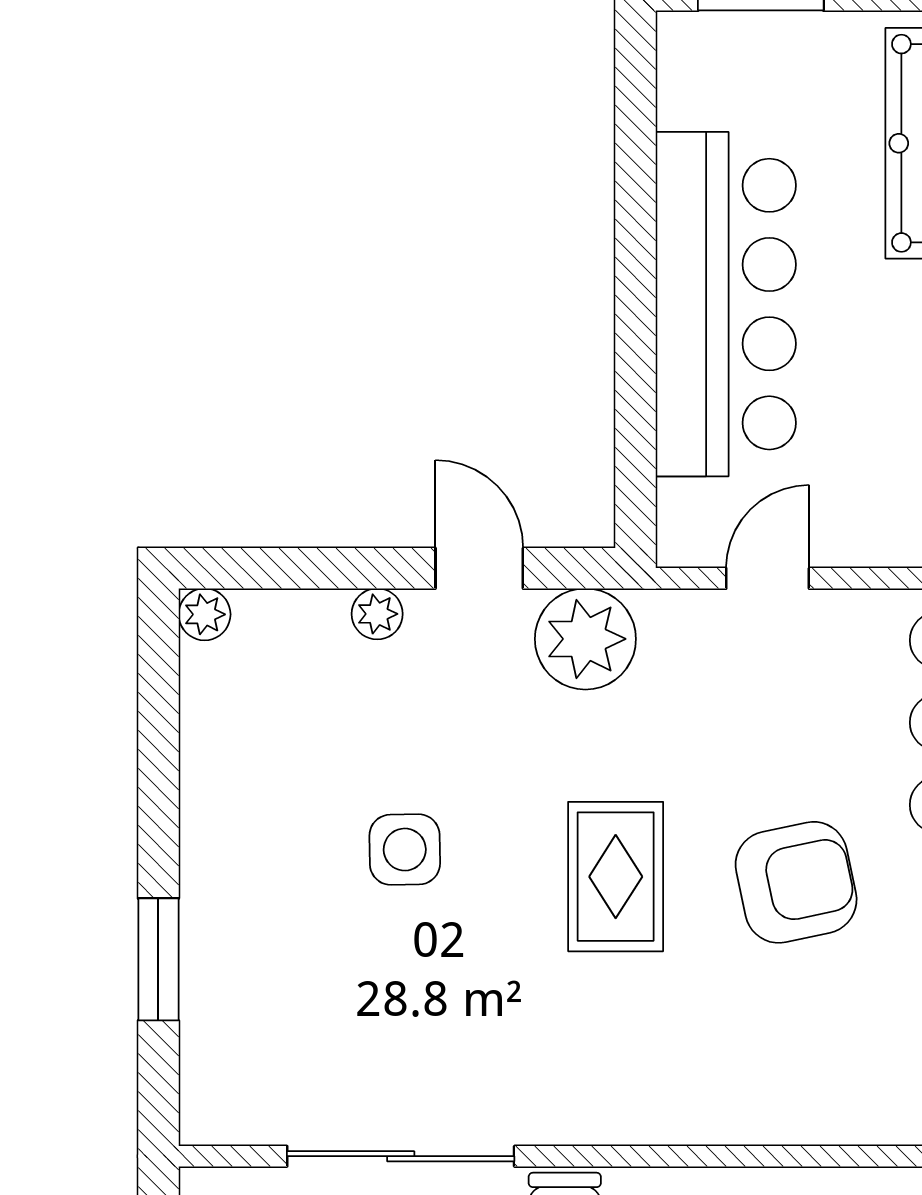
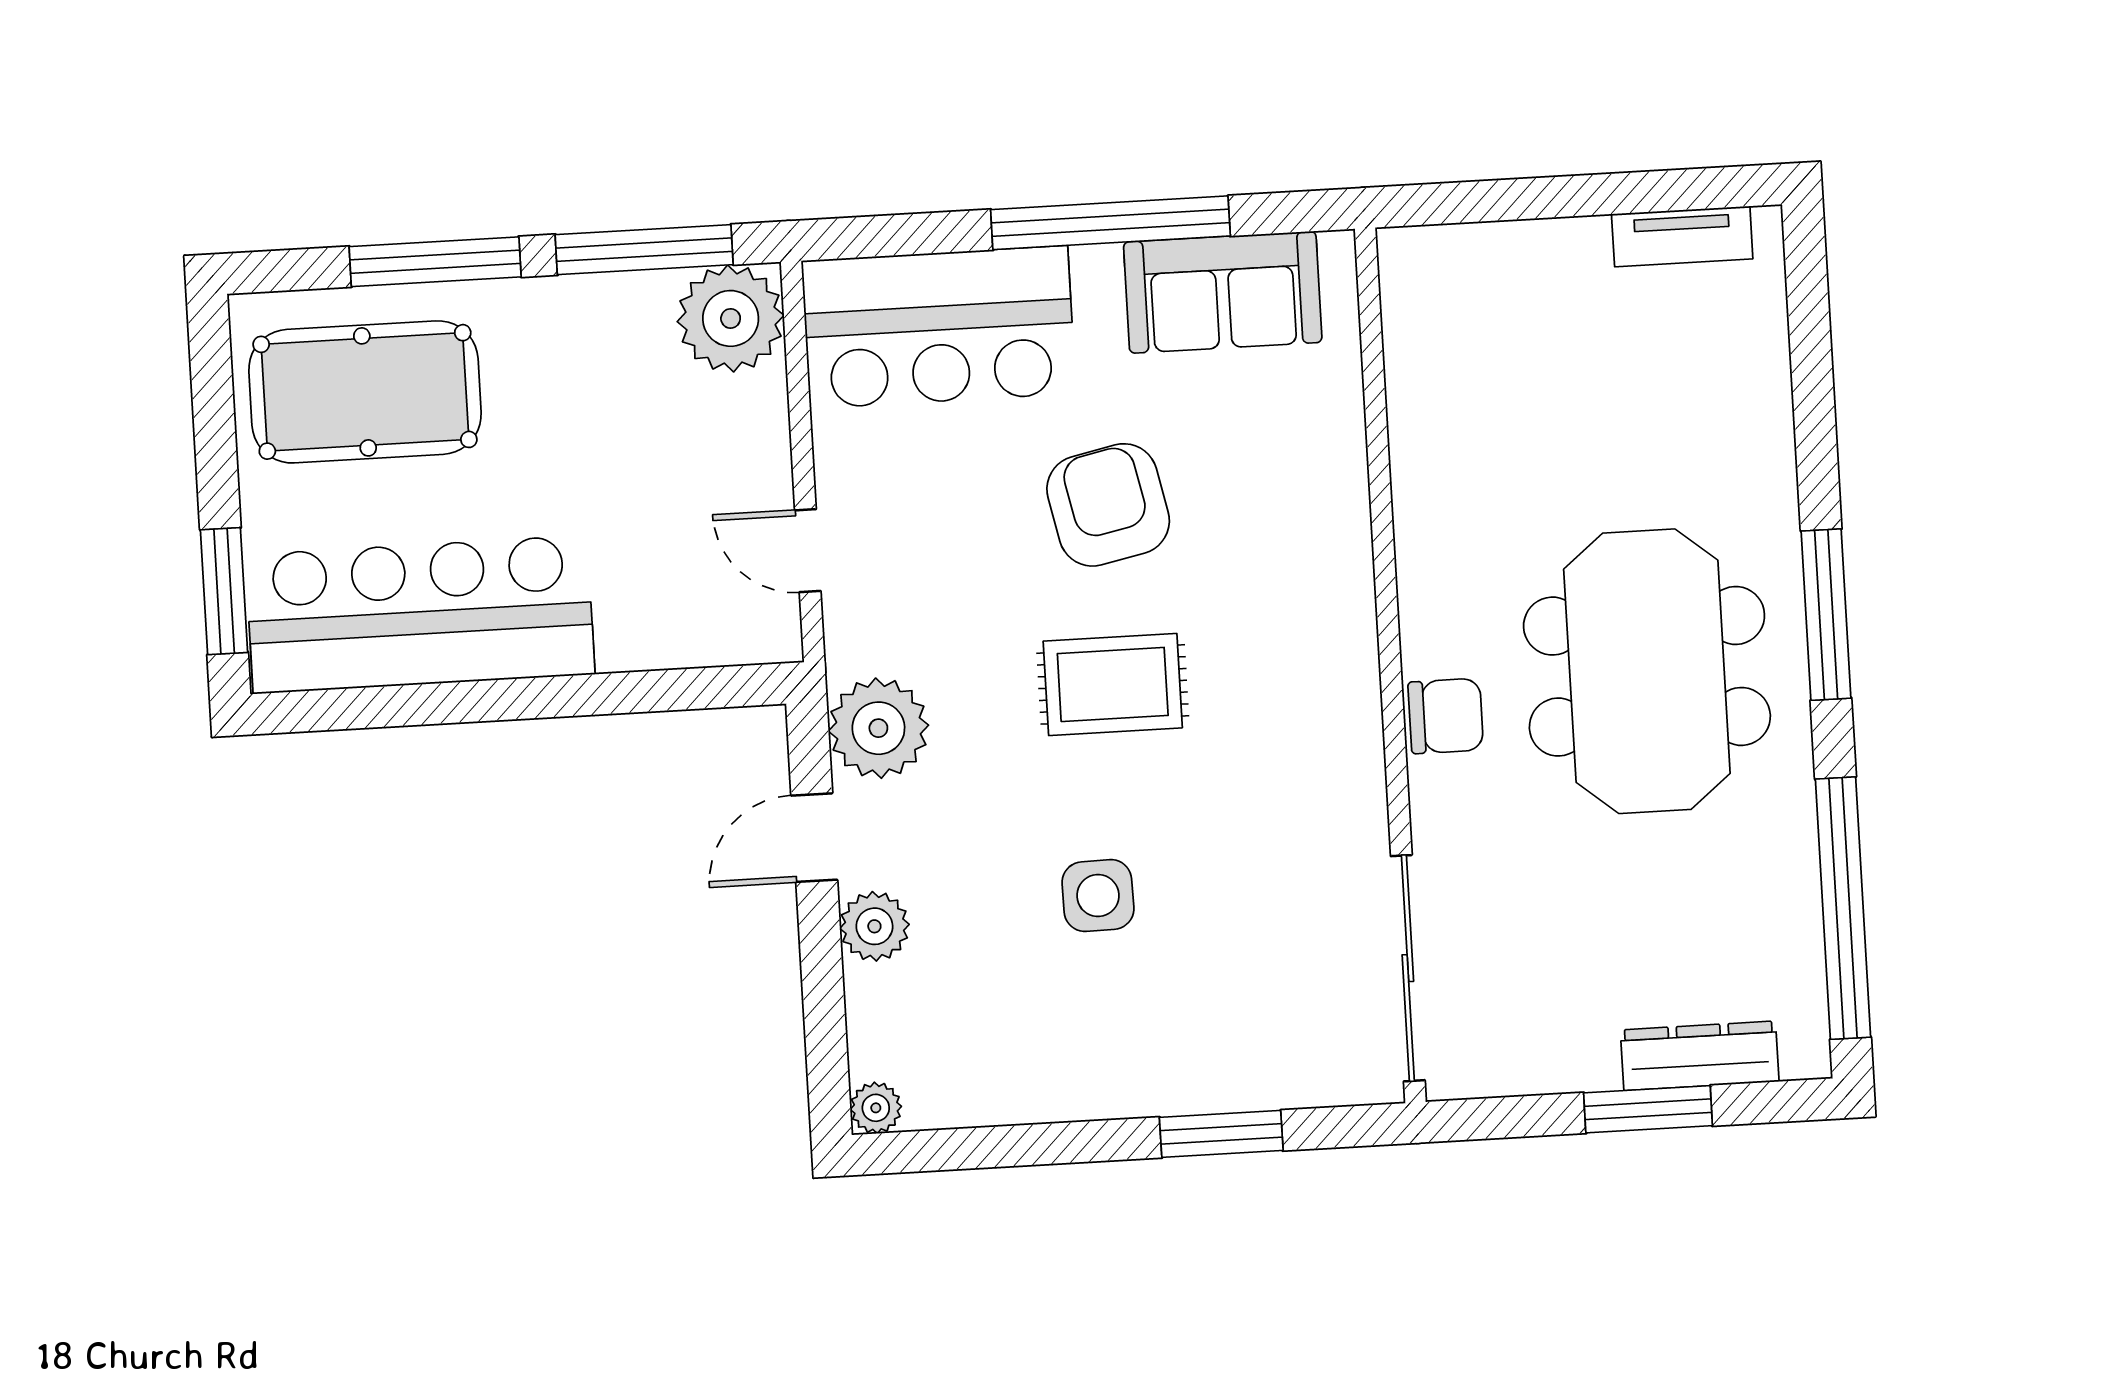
bar counter: (726, 304) -> (420, 615), moved
plant: (377, 614) -> (874, 926), width x1.38, depth x1.38
sliding door: (401, 1156) -> (1408, 968), moved

